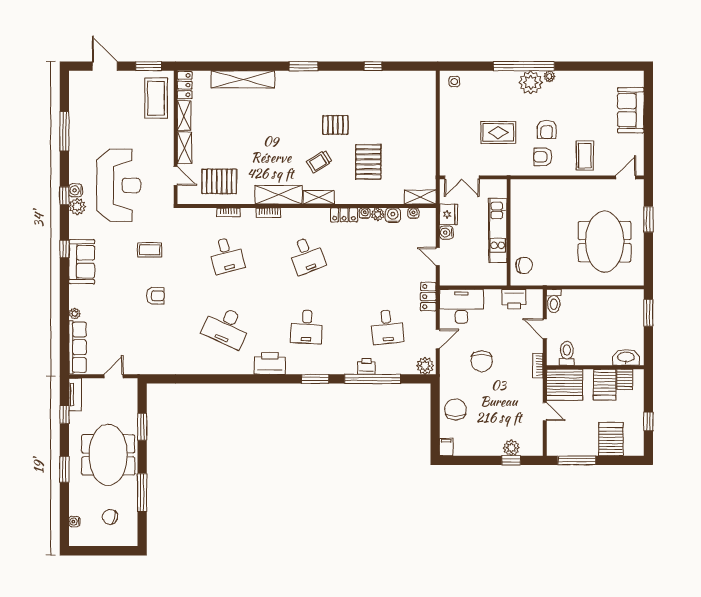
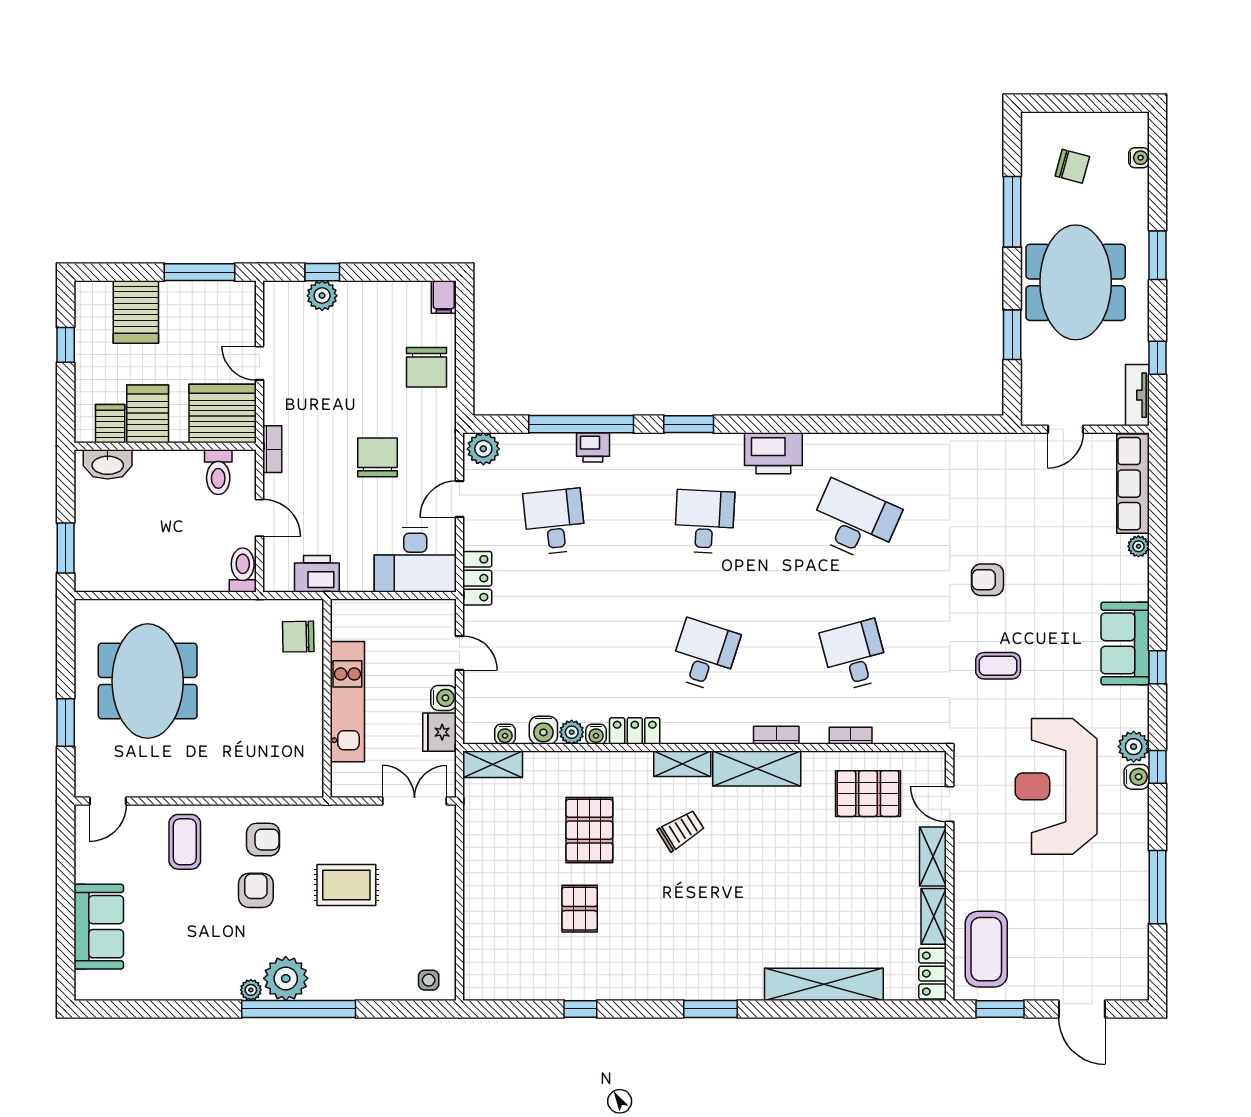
pallet: (335, 125) -> (580, 909), moved, turned 90
desk: (307, 255) -> (705, 655), turned 39

